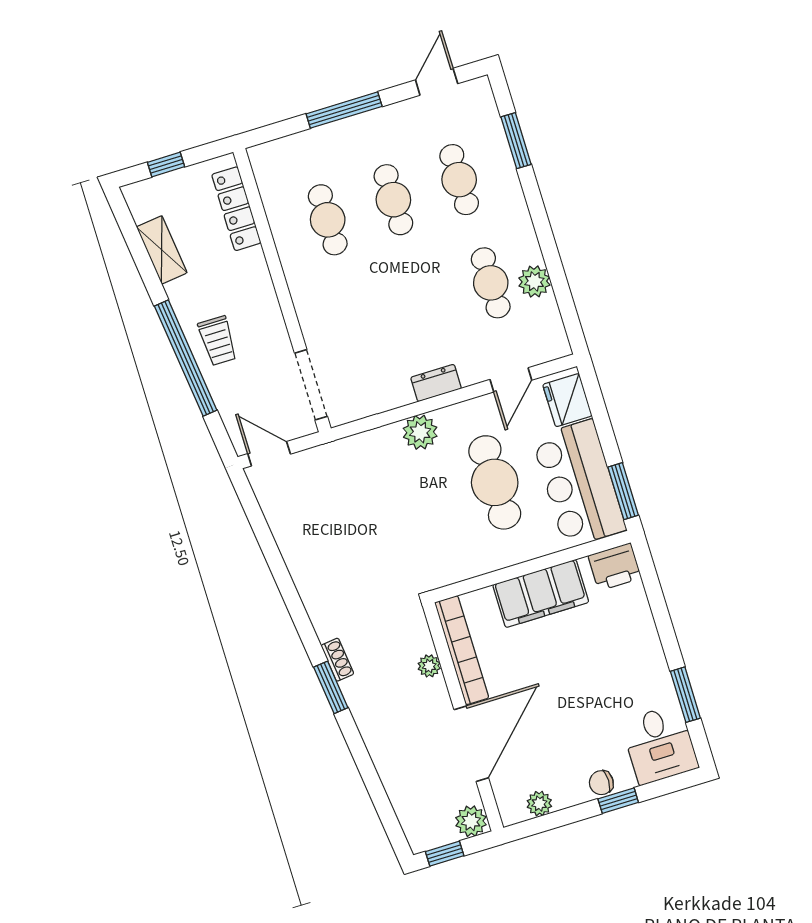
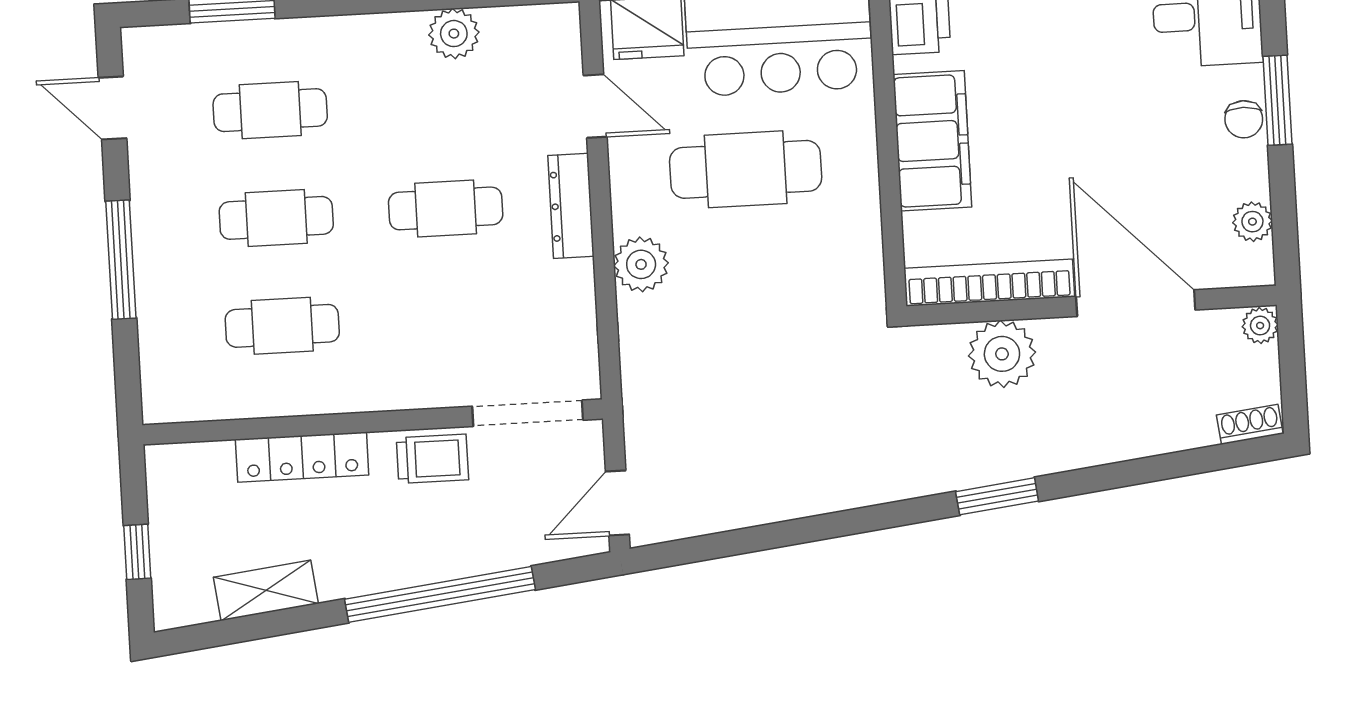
locker: (236, 209) -> (302, 457), moved
cafe table: (491, 283) -> (446, 208), moved
trolley: (218, 341) -> (432, 459), moved
dresser: (436, 383) -> (571, 206), width x1.44
shoe rack: (337, 660) -> (1250, 424), moved
plant: (429, 666) -> (1002, 354), width x1.87, depth x1.87
window: (618, 801) -> (1277, 100), width x1.50
plant: (471, 821) -> (1260, 326), width x0.73, depth x0.73
window: (445, 854) -> (1293, 385), removed

